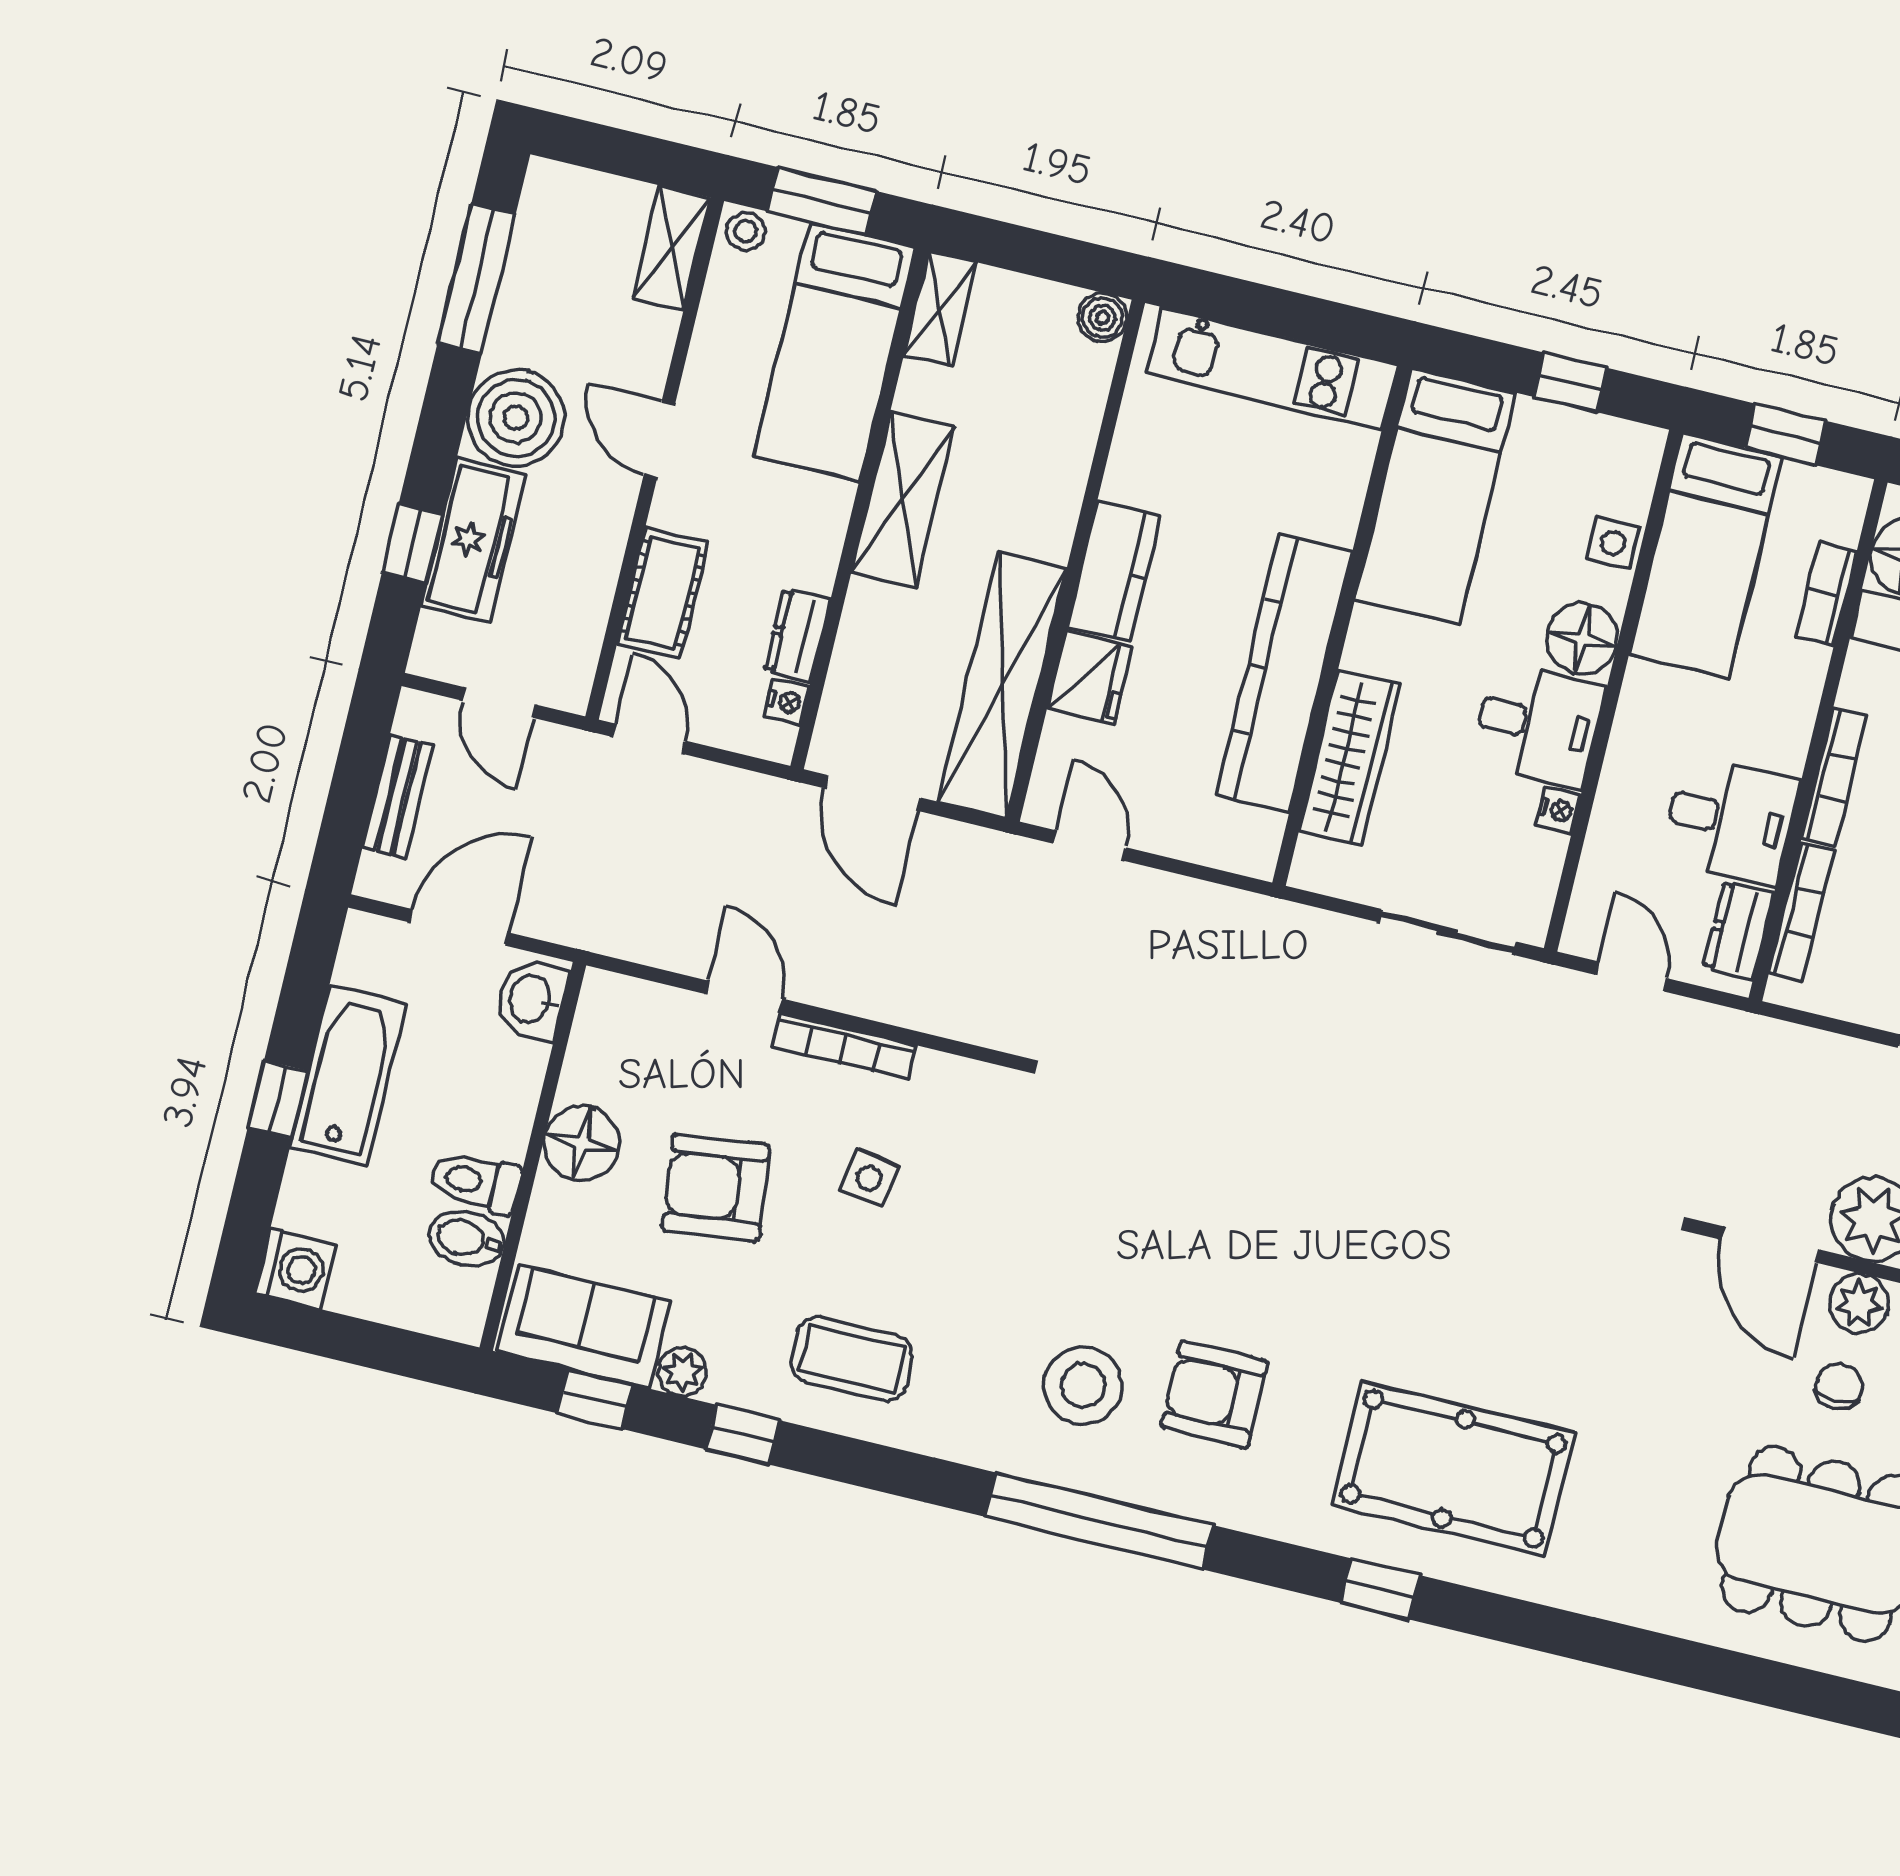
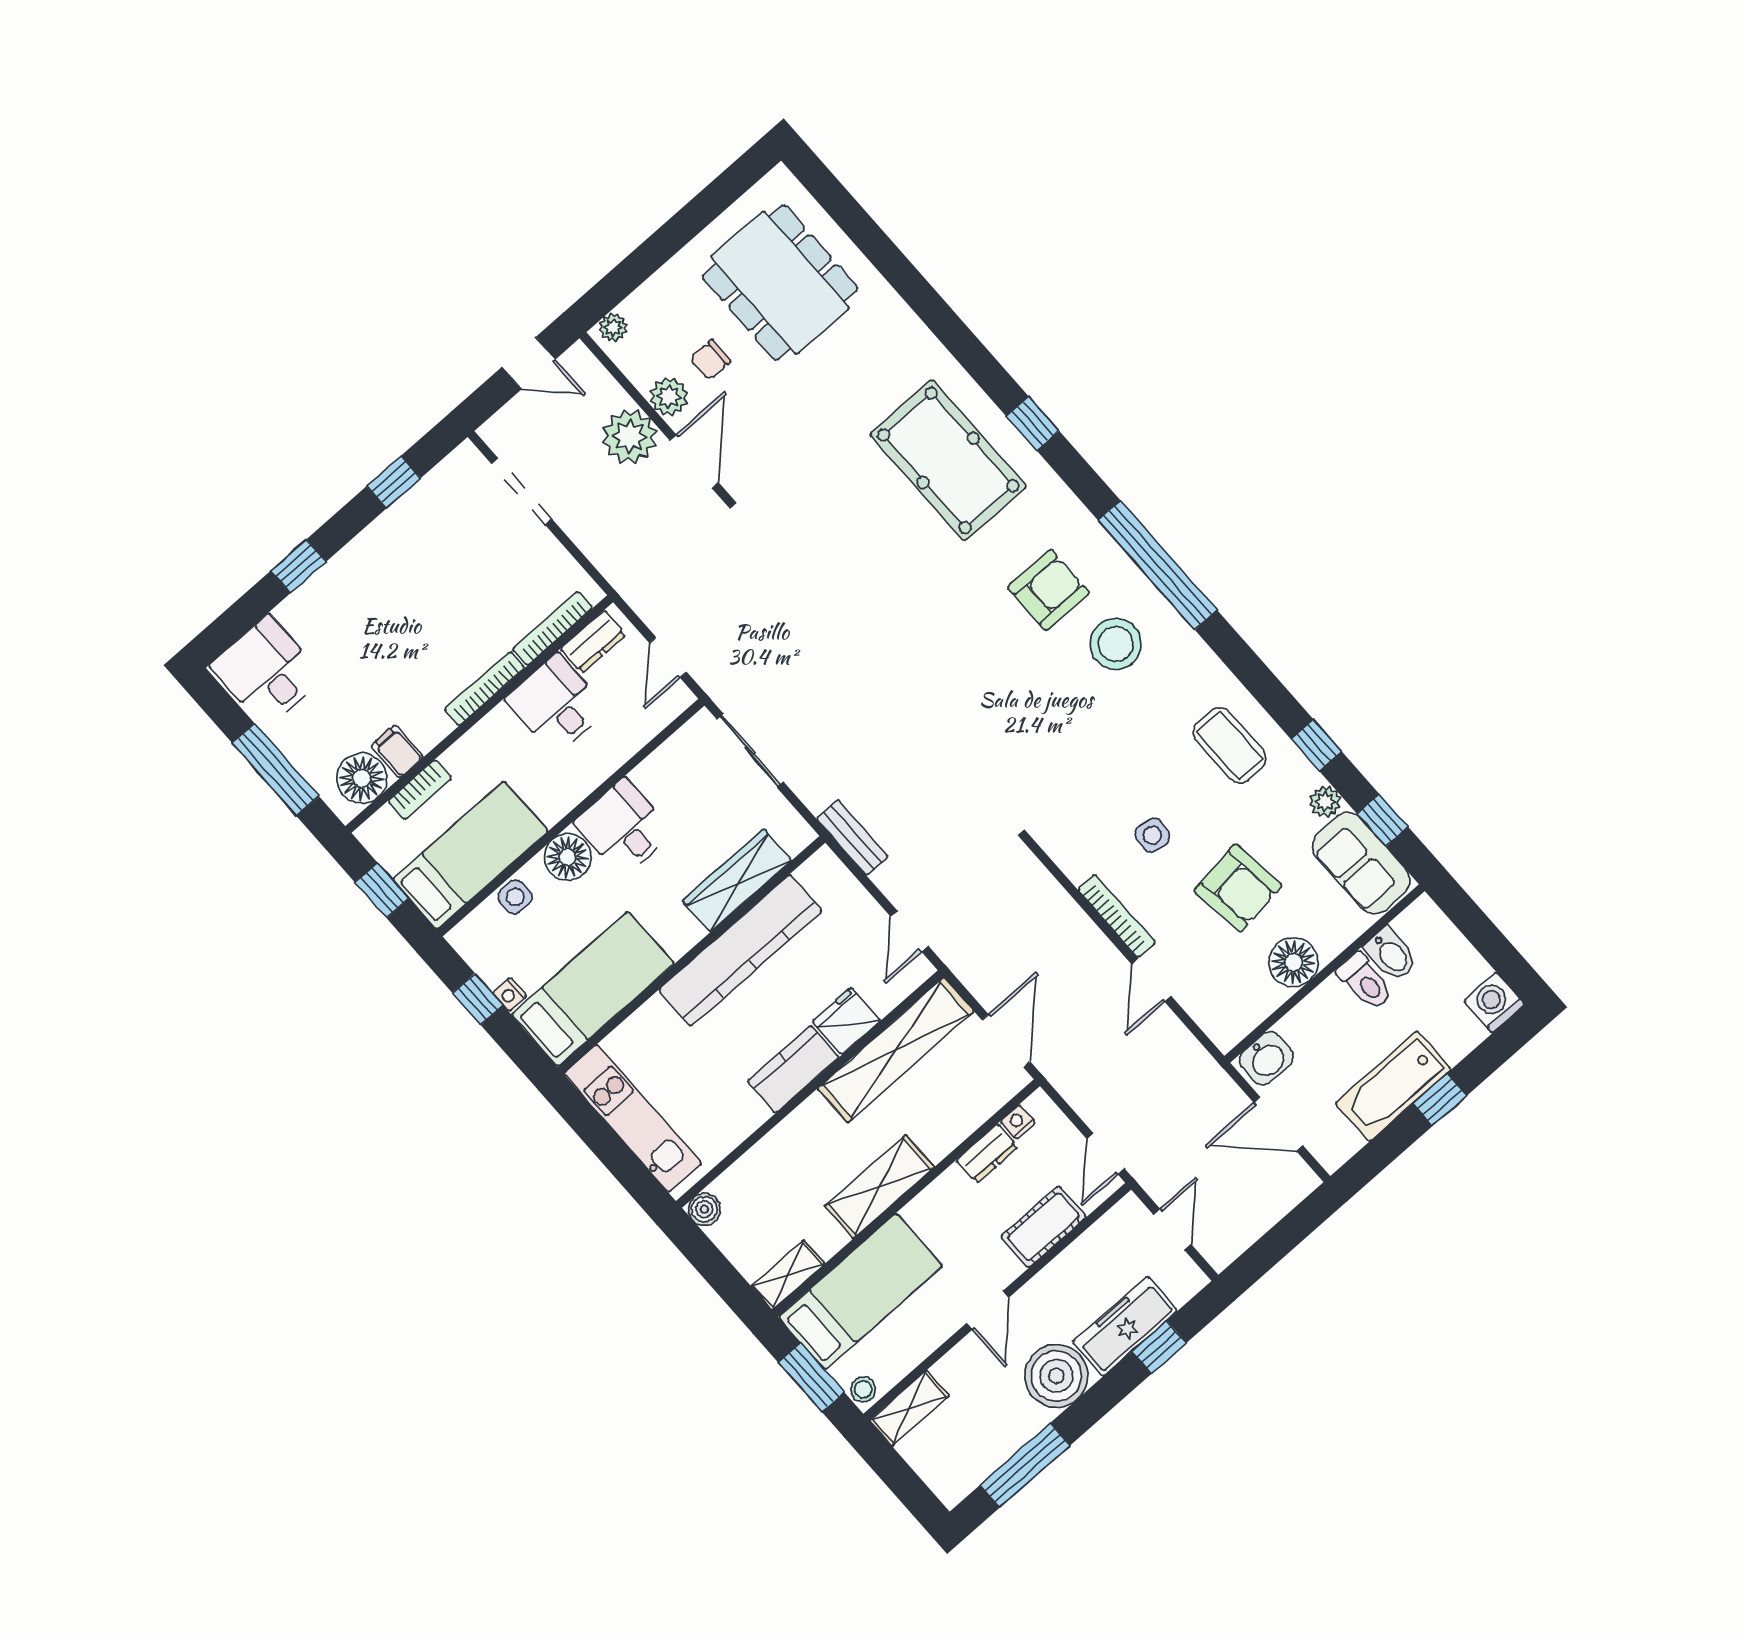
bench: (398, 797) -> (852, 838), moved, turned 90
nightstand: (1558, 810) -> (510, 994), moved, turned -90
armchair: (1214, 1394) -> (1048, 590), turned -90

